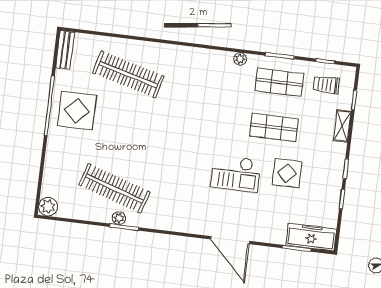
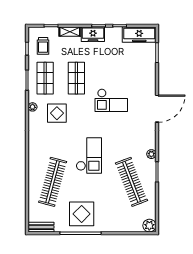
checkout: (160, 132) -> (89, 155), added
freezer: (334, 159) -> (93, 34), added
display table: (287, 173) -> (57, 113), moved
checkout: (236, 174) -> (111, 100), turned 90
clothes rail: (114, 188) -> (131, 182), turned -39
plant: (119, 218) -> (151, 154), moved
freezer: (311, 237) -> (139, 35), moved, turned -90
door: (230, 240) -> (157, 109), moved

